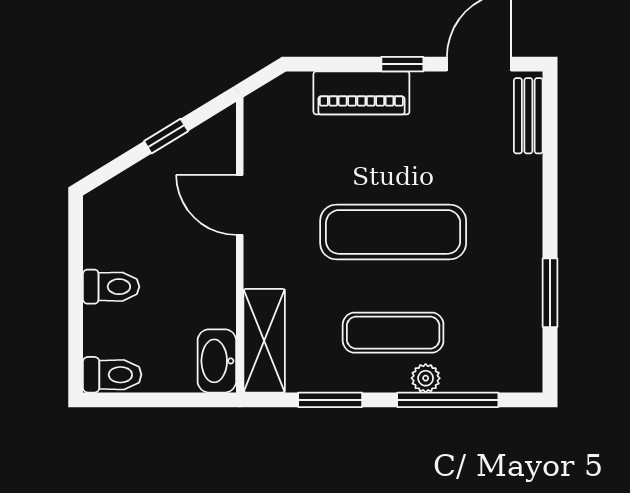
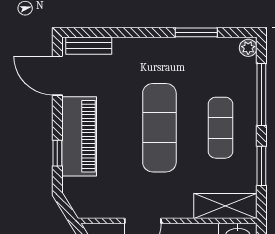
window: (402, 64) -> (57, 153), moved
piano: (361, 93) -> (79, 136), width x1.37, depth x1.33
plant: (426, 378) -> (248, 48), moved

